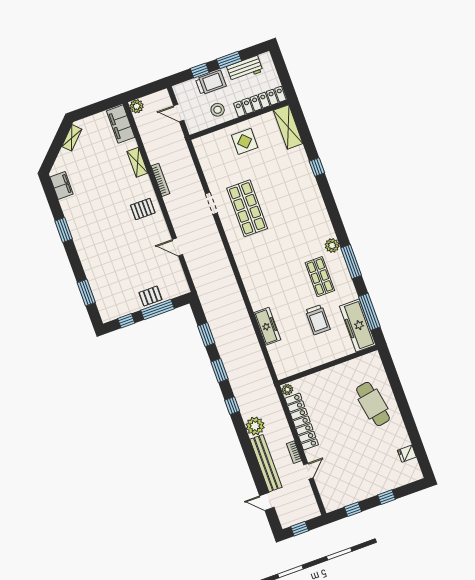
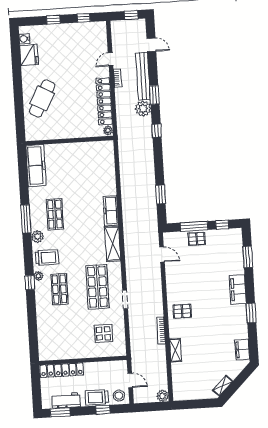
window: (229, 60) -> (60, 412), moved
stool: (218, 110) -> (119, 396), moved
filing cabinet: (121, 124) -> (238, 289), moved, turned 180
shelving: (288, 127) -> (113, 244), moved
display table: (245, 141) -> (103, 333), moved
window: (317, 167) -> (30, 283), moved
shop shelf: (290, 193) -> (59, 289), added
plant: (318, 201) -> (38, 276), added
door: (177, 247) -> (162, 255), moved
window: (369, 312) -> (23, 174), removed
trolley: (318, 320) -> (47, 257), moved, turned 90
freezer: (267, 326) -> (111, 211), moved
window: (219, 371) -> (154, 95), moved
cafe table: (373, 404) -> (42, 98), turned 38
fridge: (407, 454) -> (29, 55), width x1.88, depth x1.34
water cooler: (413, 466) -> (24, 39), added

